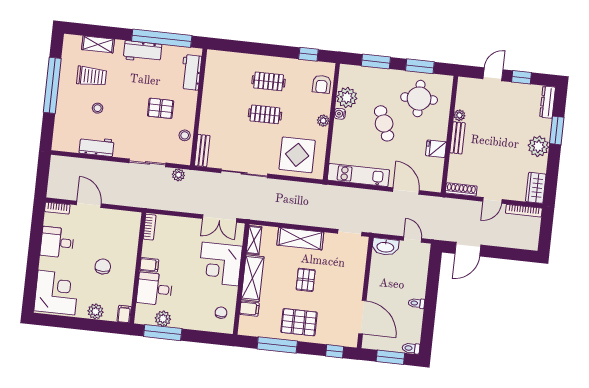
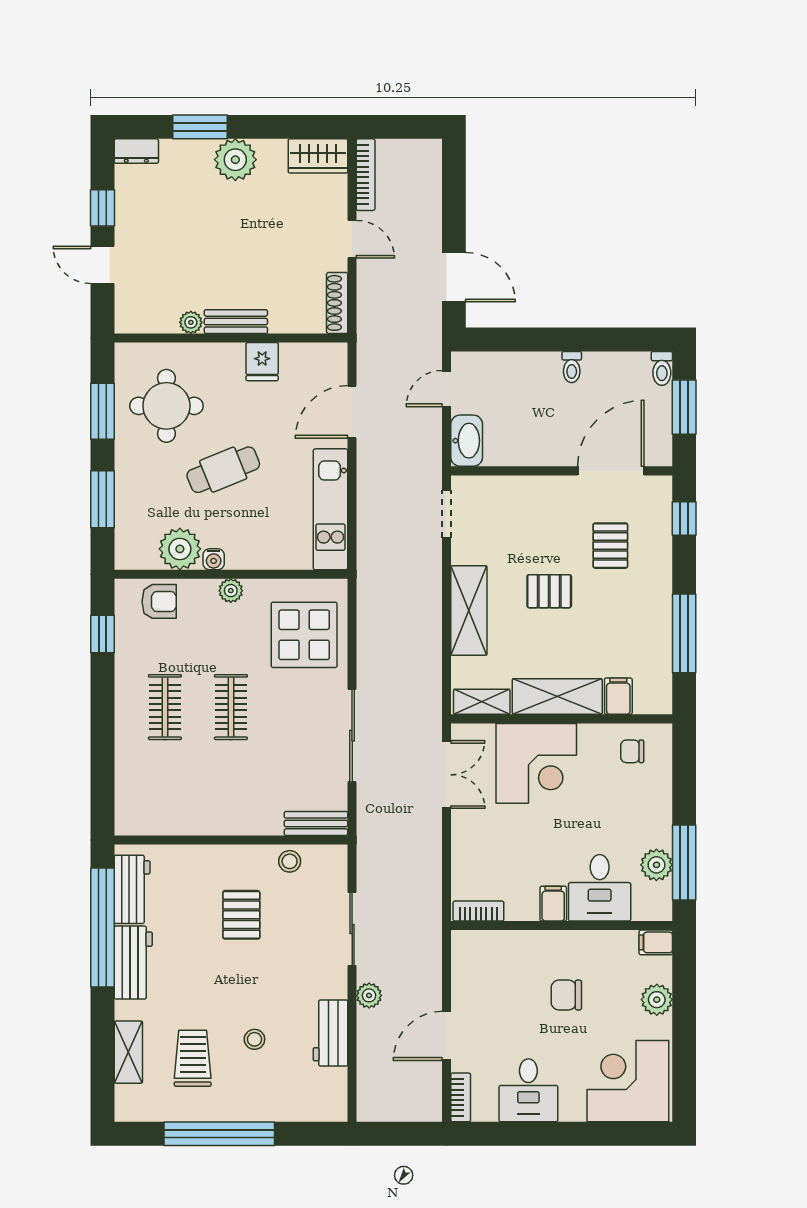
workbench: (191, 72) -> (132, 889), moved, turned -90
dresser: (548, 102) -> (136, 151), width x0.70
plant: (178, 175) -> (369, 995), moved
pallet: (299, 322) -> (610, 546), moved, width x0.67, depth x0.71

